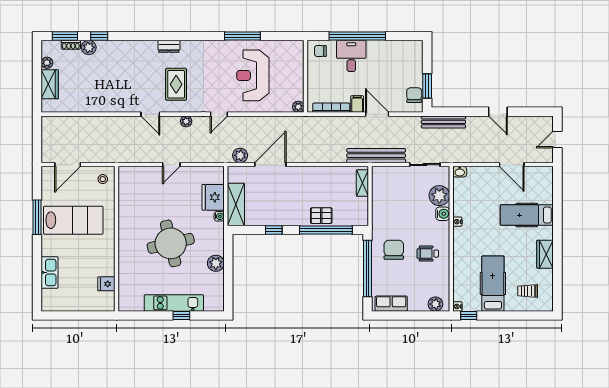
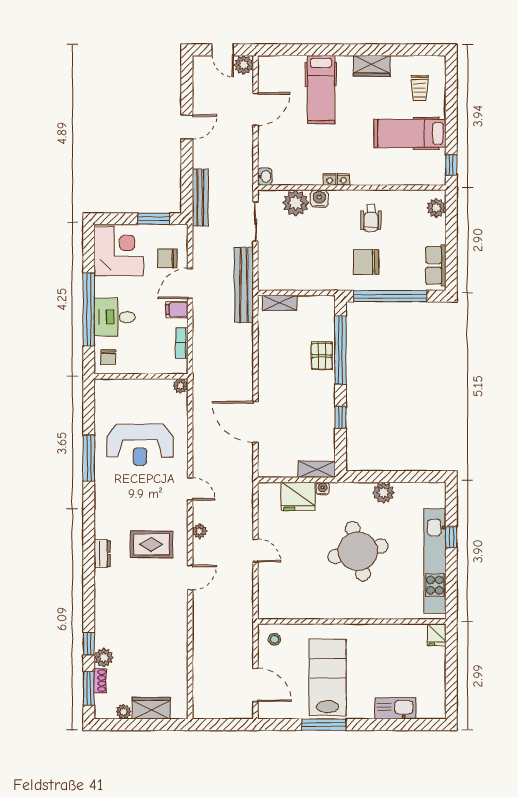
corner desk: (402, 59) -> (119, 251), added
chair: (414, 95) -> (167, 259), moved
bookcase: (331, 108) -> (182, 343), width x0.64
plant: (240, 155) -> (244, 65), moved
shelving: (236, 204) -> (317, 469), width x0.67, depth x0.75
fridge: (106, 284) -> (437, 635), moved
kitchen unit: (174, 303) -> (435, 561), width x1.36
nightstand: (457, 306) -> (343, 179), moved

